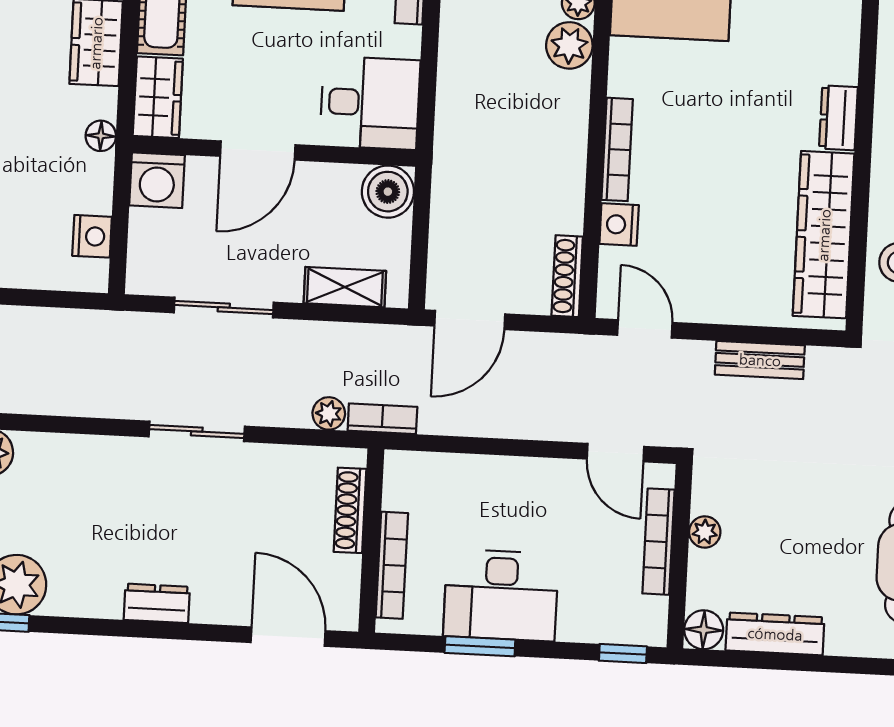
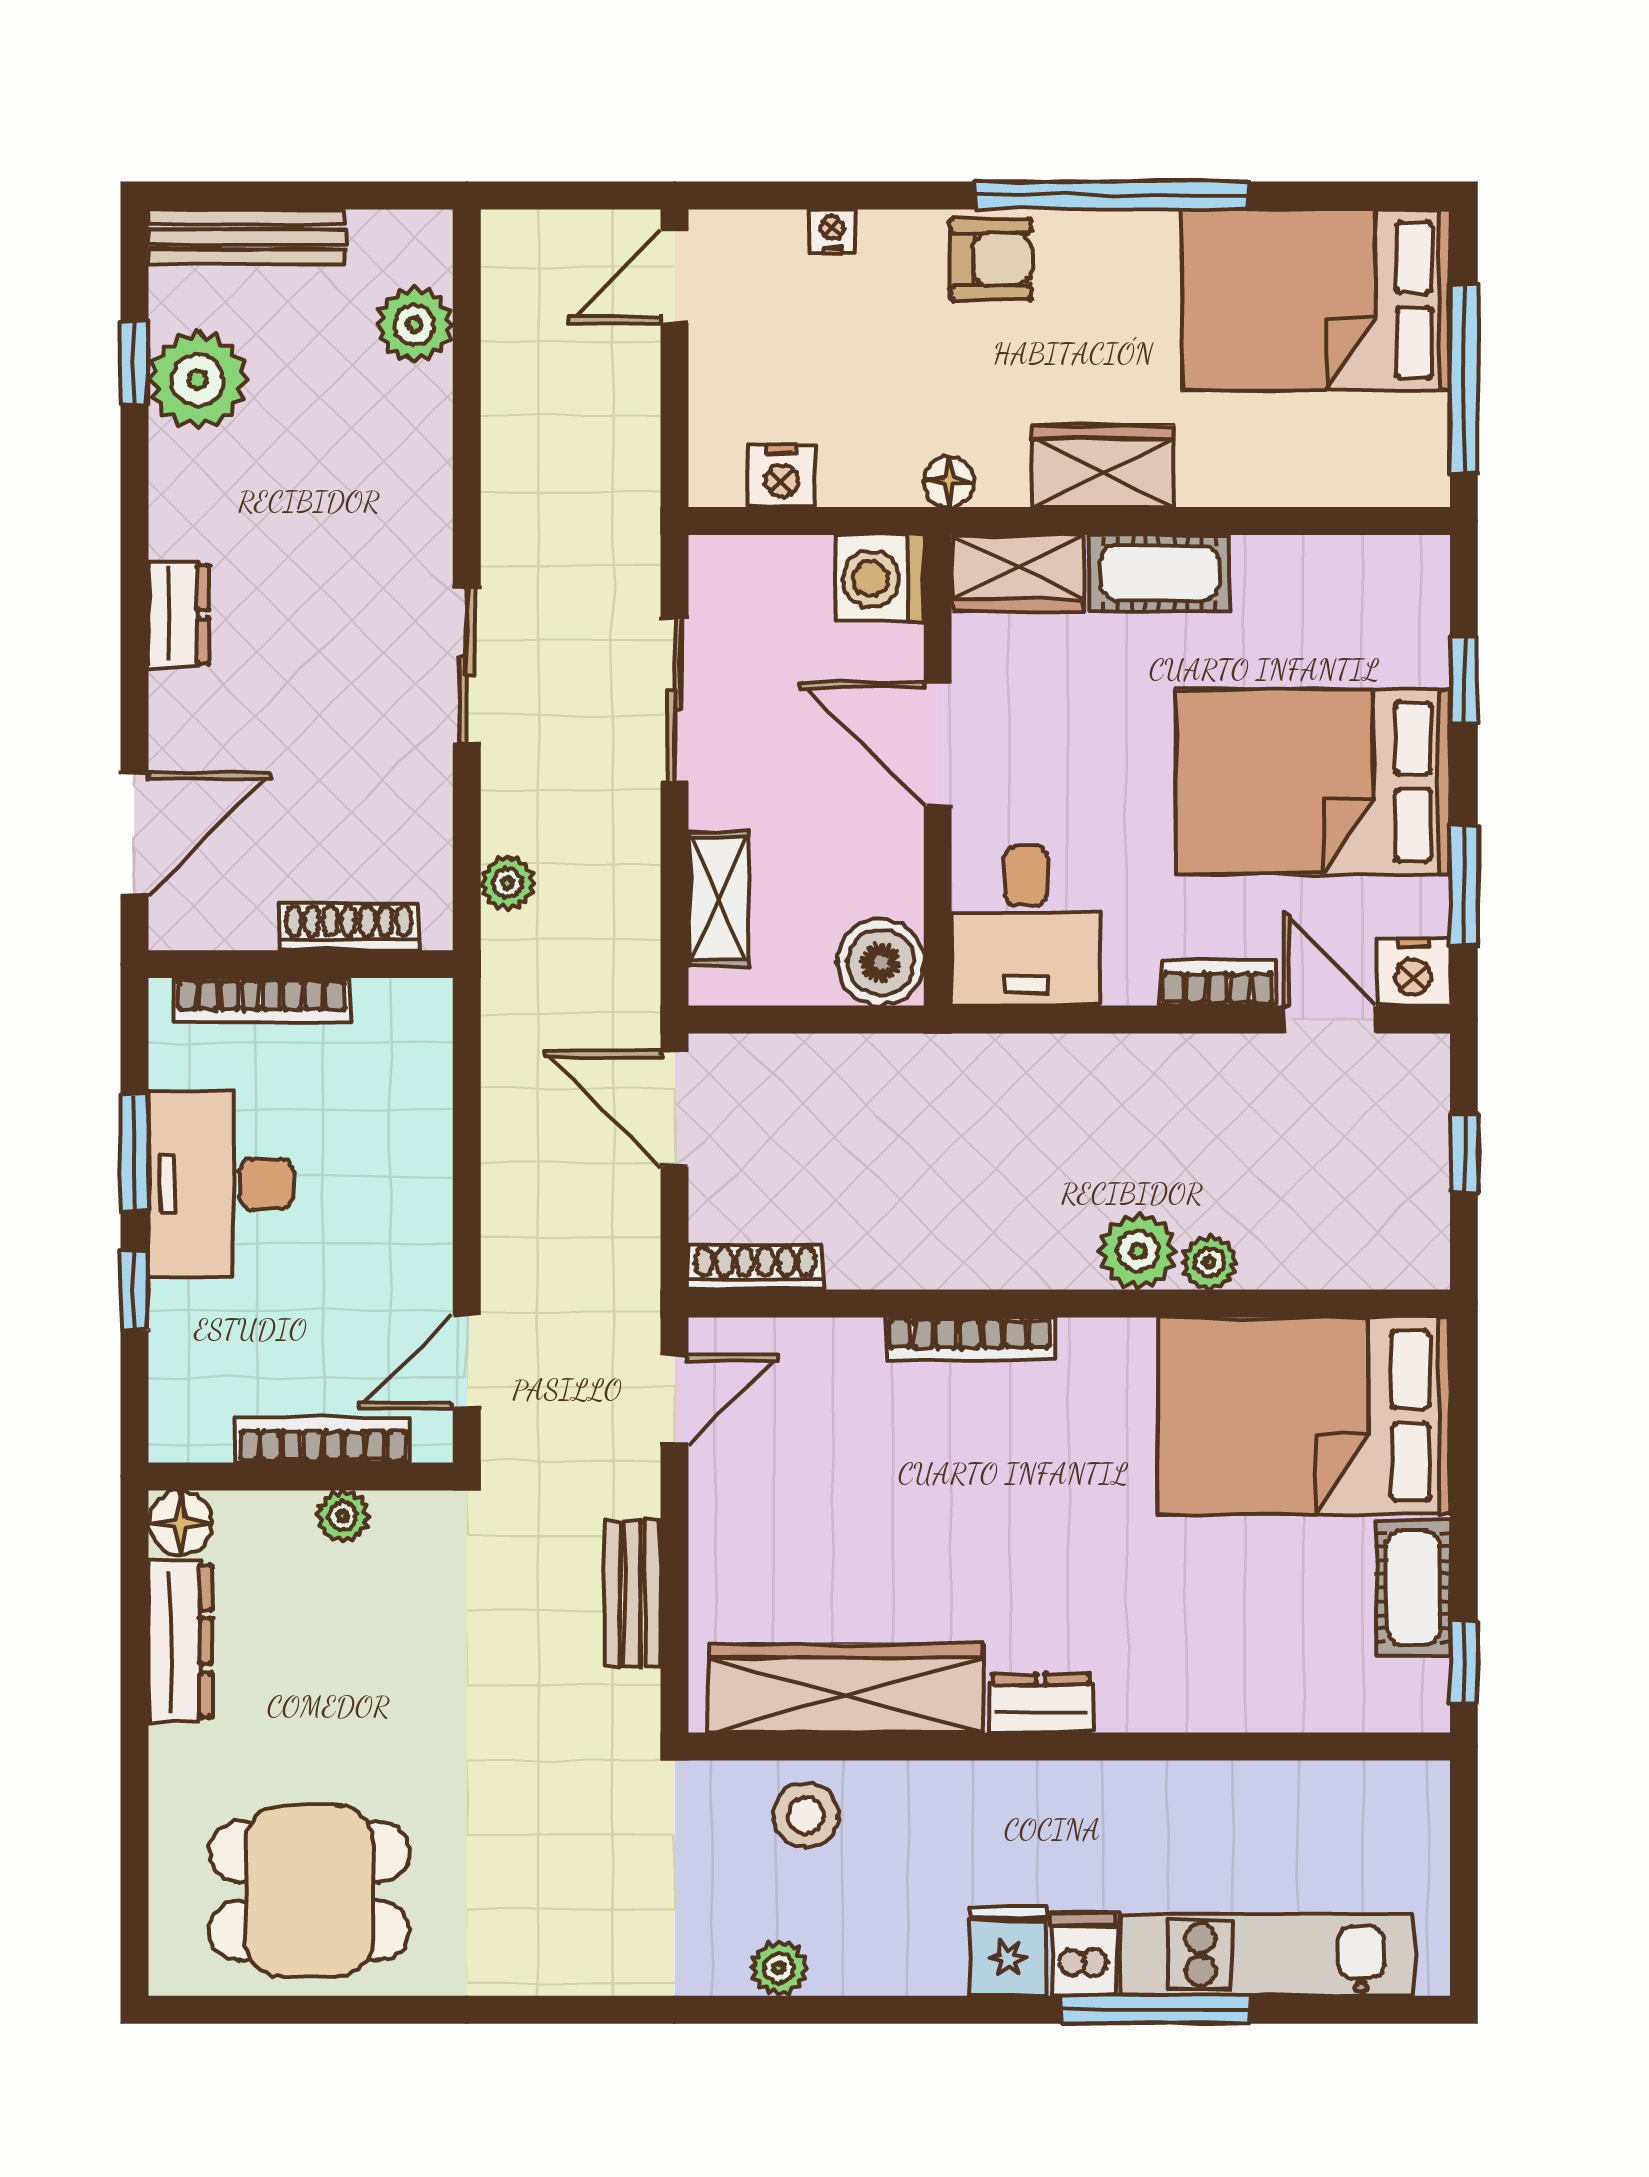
nightstand: (619, 224) -> (845, 1348), removed
bookcase: (382, 419) -> (503, 972), removed
window: (623, 654) -> (134, 1291), moved

